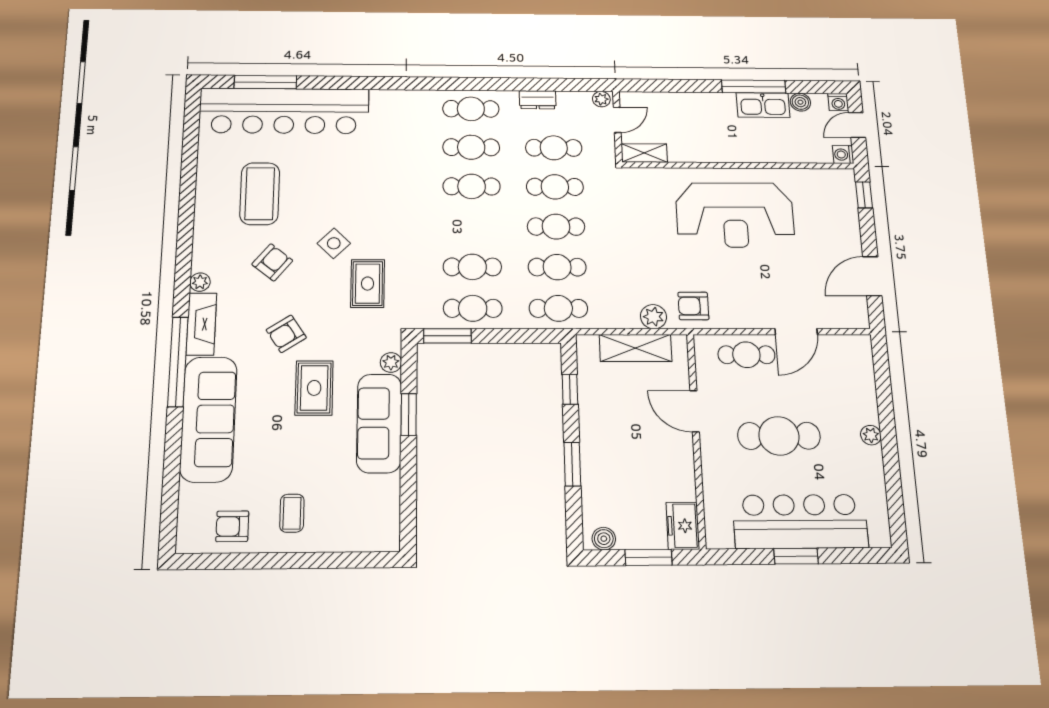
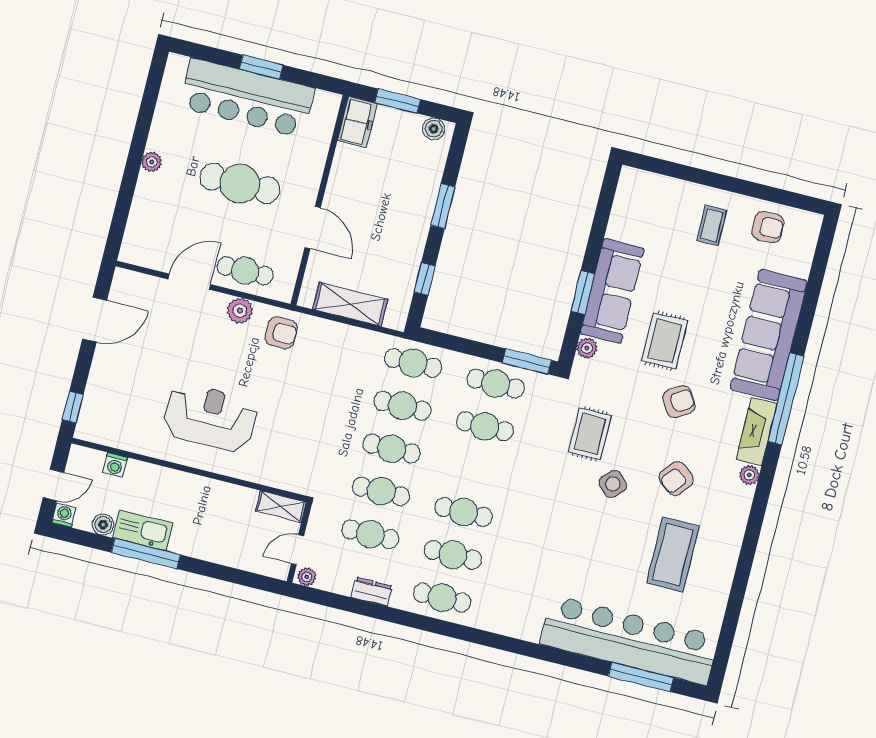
washing machine: (843, 155) -> (115, 465), moved, turned 90
reception desk: (735, 215) -> (210, 417), width x0.74, depth x0.77
plant: (653, 317) -> (240, 311), moved

